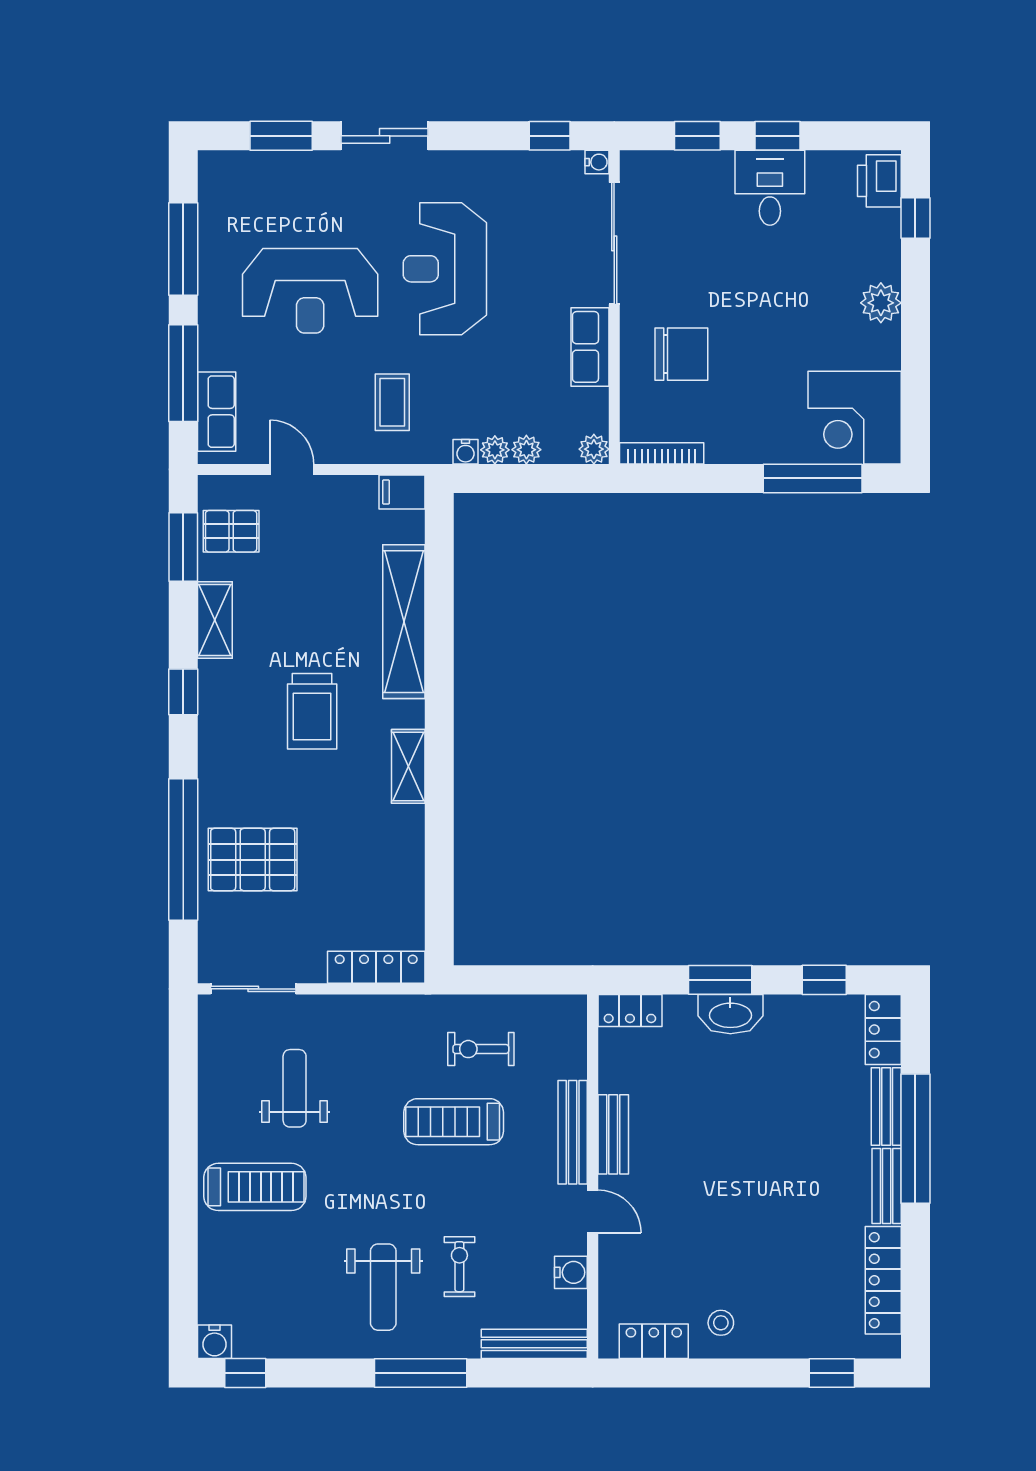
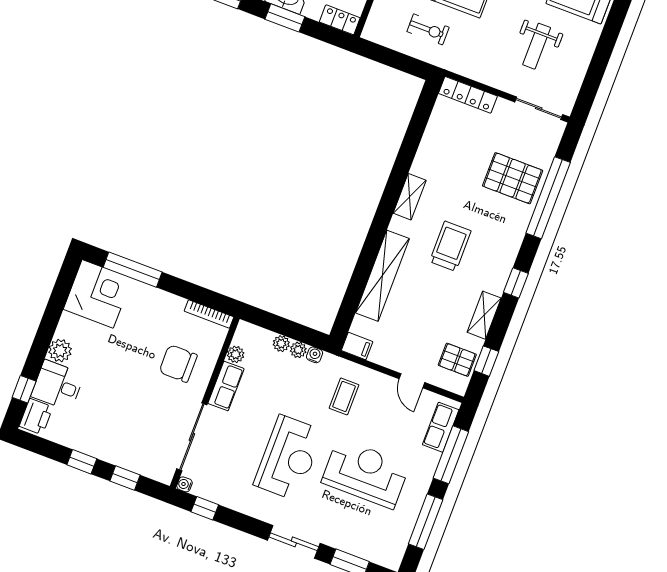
desk: (770, 188) -> (58, 385), moved, turned 90
plant: (594, 449) -> (236, 354), moved
window: (183, 547) -> (486, 361), width x0.67

